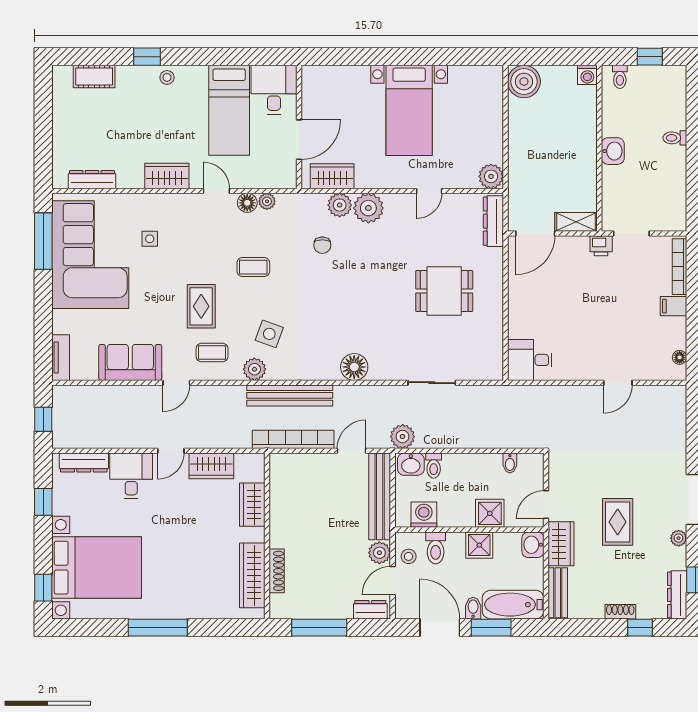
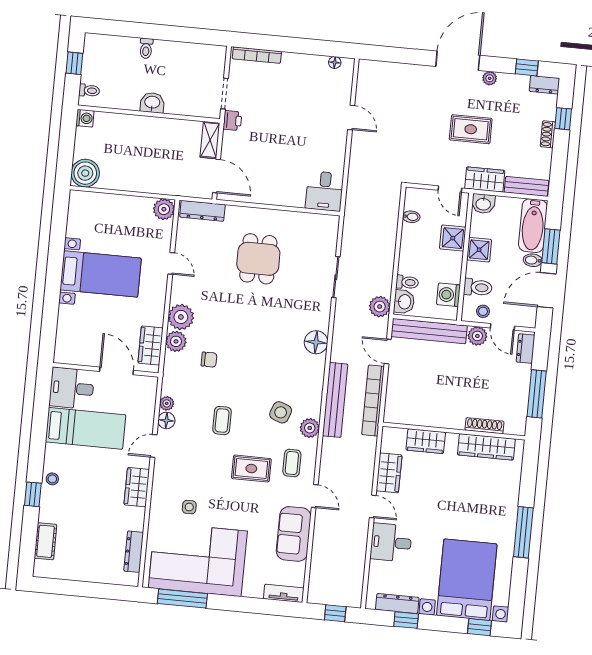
filing cabinet: (674, 306) -> (290, 63), removed
dresser: (84, 463) -> (397, 604), moved, turned -90
dresser: (677, 595) -> (544, 85), width x0.70

